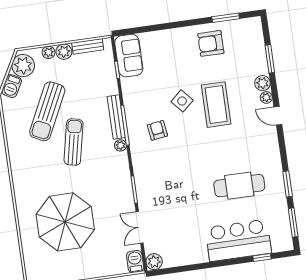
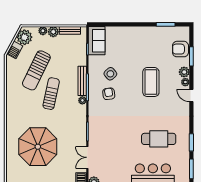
armchair: (211, 43) -> (180, 49), moved
side table: (182, 101) -> (110, 74), moved

